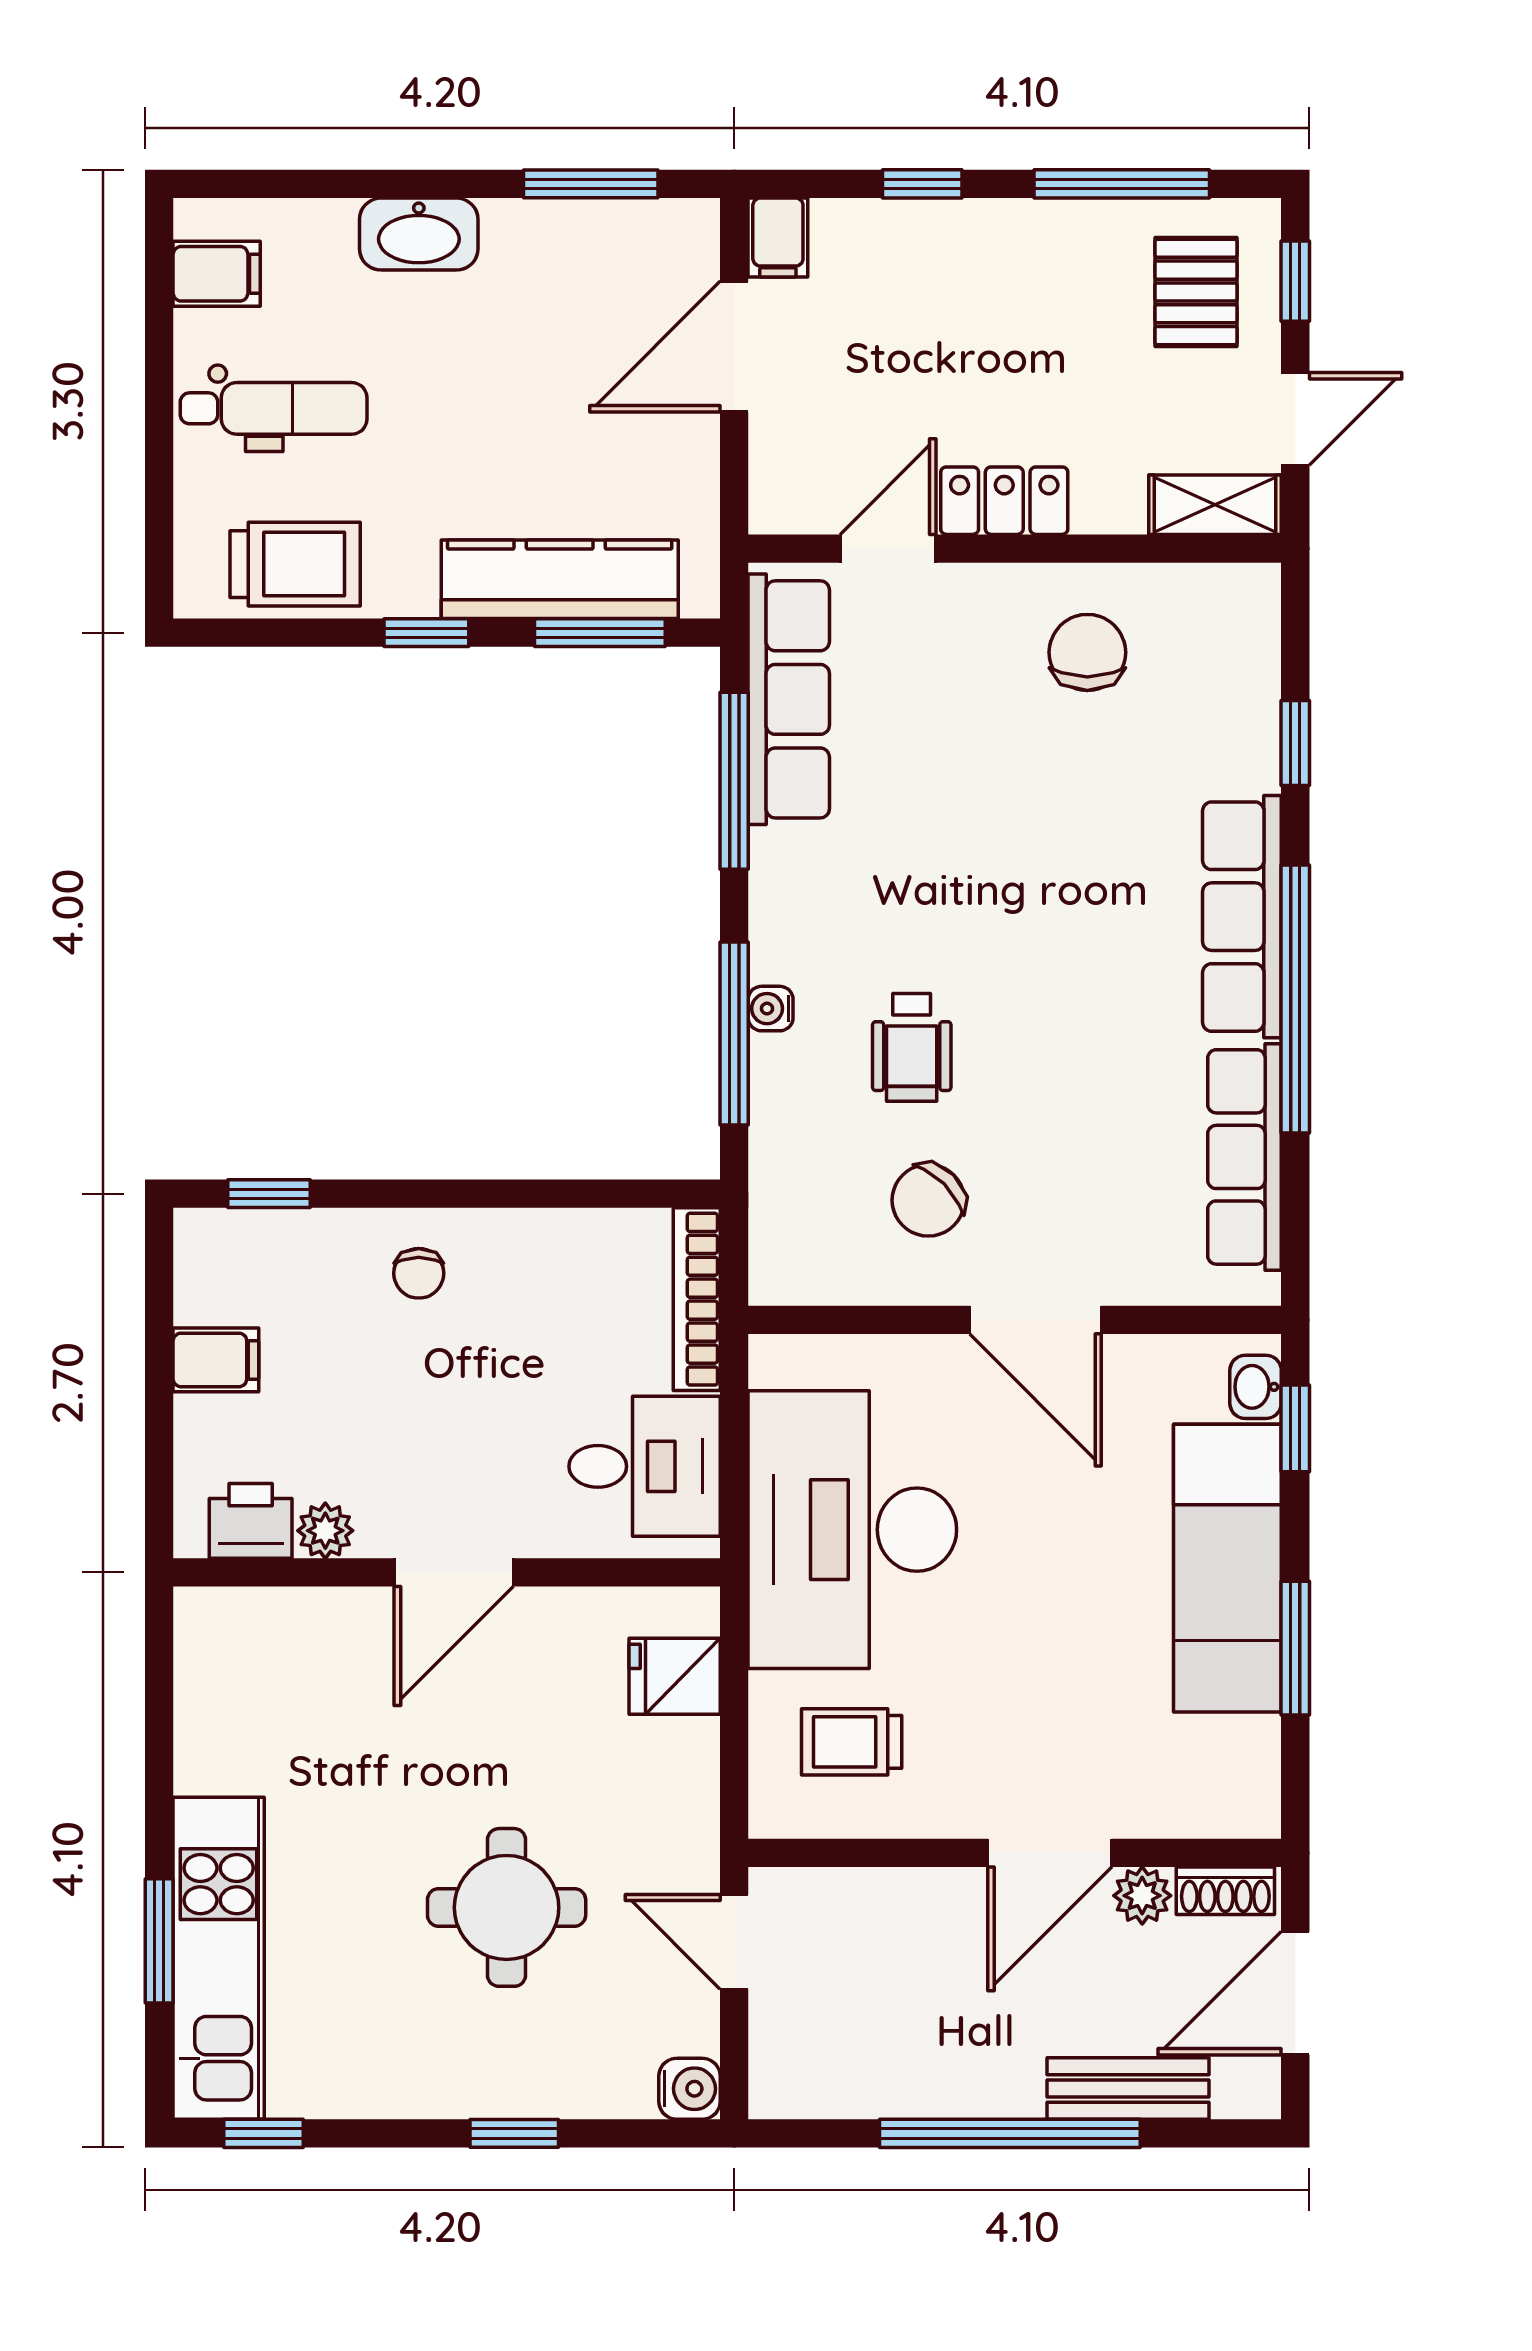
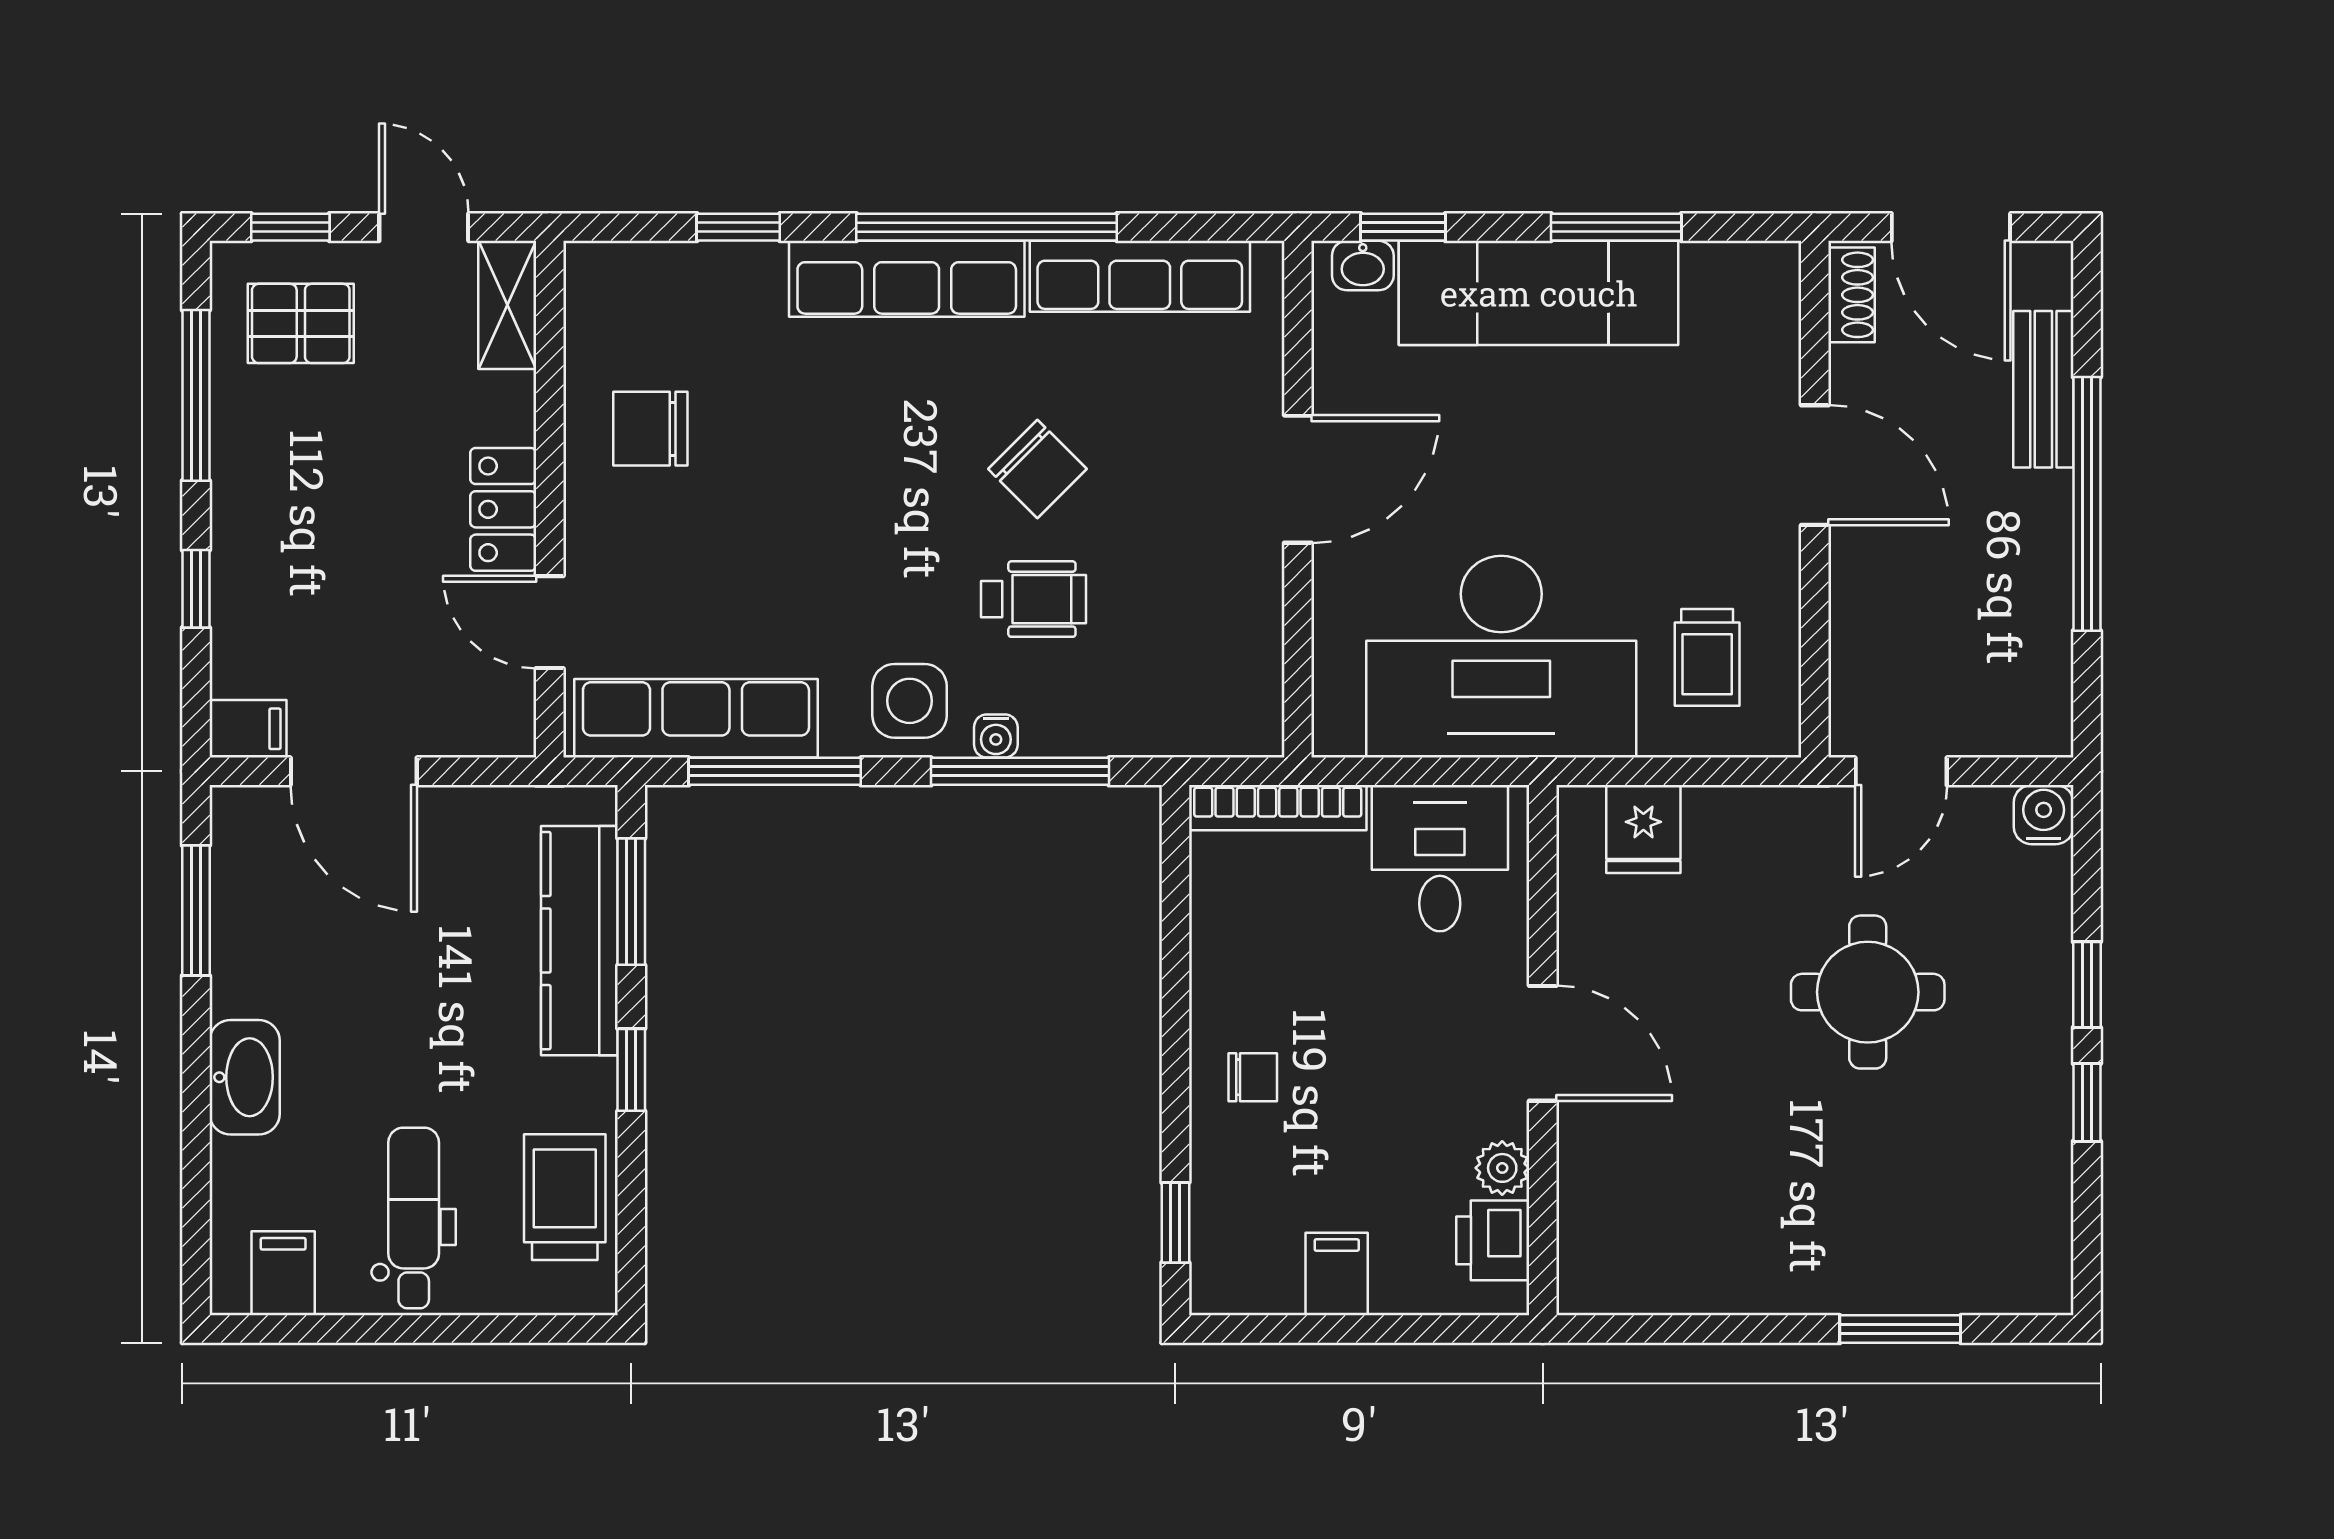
side table: (807, 920) -> (910, 701), added
chair: (928, 1200) -> (1037, 469), moved
plant: (1142, 1896) -> (1856, 376), removed
kitchen unit: (219, 1958) -> (1917, 1271), removed
window: (264, 2133) -> (2087, 1102), moved

